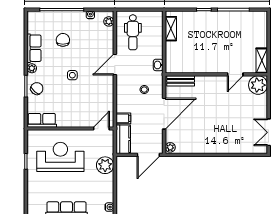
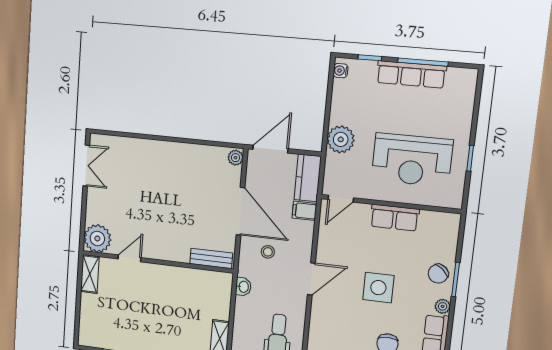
door: (115, 64) -> (311, 279), moved
side table: (72, 75) -> (378, 288), width x1.87, depth x1.87
door: (164, 114) -> (241, 211), swing flipped
row of seats: (42, 120) -> (395, 218), moved

